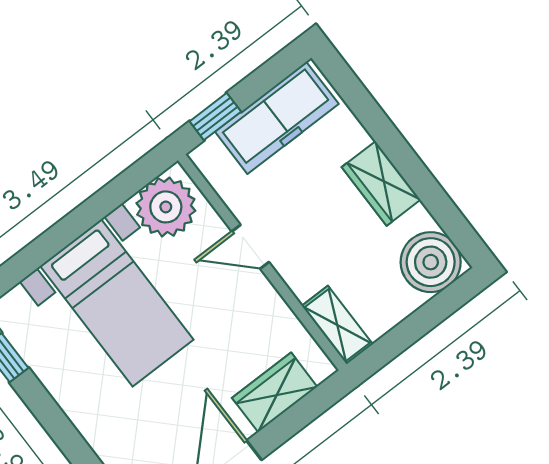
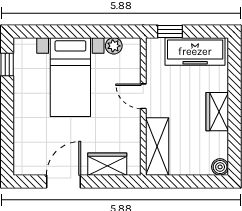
plant: (166, 207) -> (114, 46), width x0.53, depth x0.53
boiler: (431, 262) -> (220, 167), width x0.54, depth x0.54
shelving: (337, 325) -> (157, 147), width x1.50, depth x1.33

